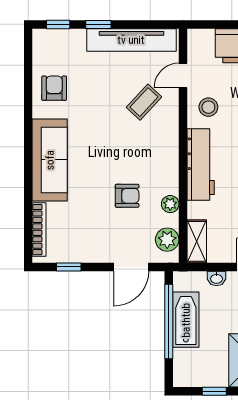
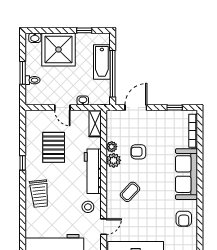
coffee table: (144, 102) -> (130, 192), moved
plant: (167, 240) -> (114, 160), moved
bathtub: (186, 320) -> (102, 62), moved

